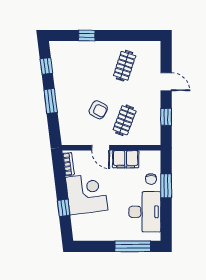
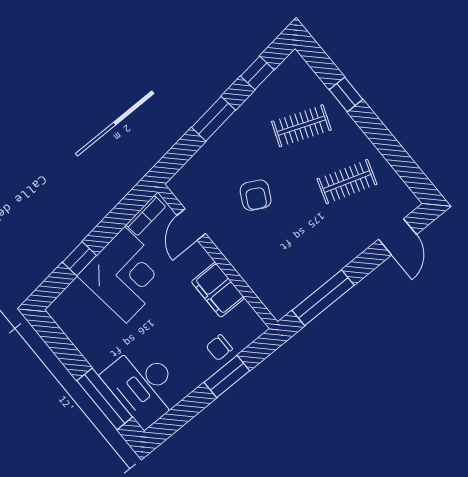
door: (166, 82) -> (398, 237), moved
window: (166, 117) -> (323, 298), width x2.17
clothes rail: (125, 120) -> (301, 126), moved
door: (101, 148) -> (191, 225), moved
desk: (145, 212) -> (143, 385), moved, turned 90

